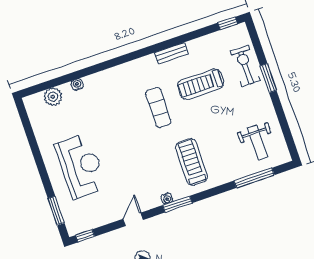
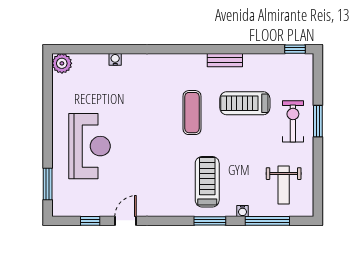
exercise bike: (245, 66) -> (293, 121), moved
plant: (53, 97) -> (62, 63), moved
water cooler: (167, 198) -> (243, 211), moved
window: (177, 204) -> (210, 221), moved
window: (85, 236) -> (90, 221), moved

